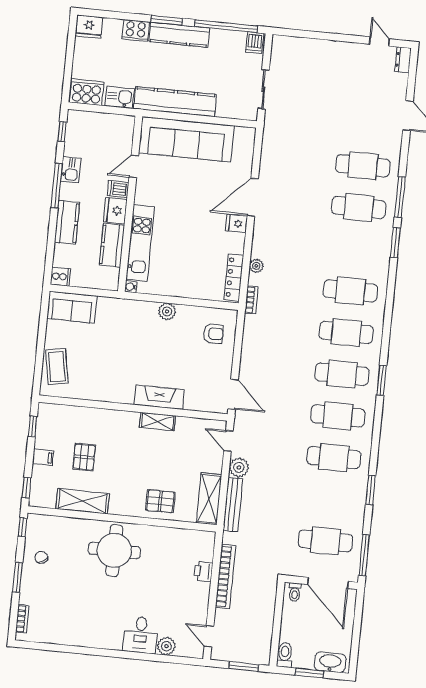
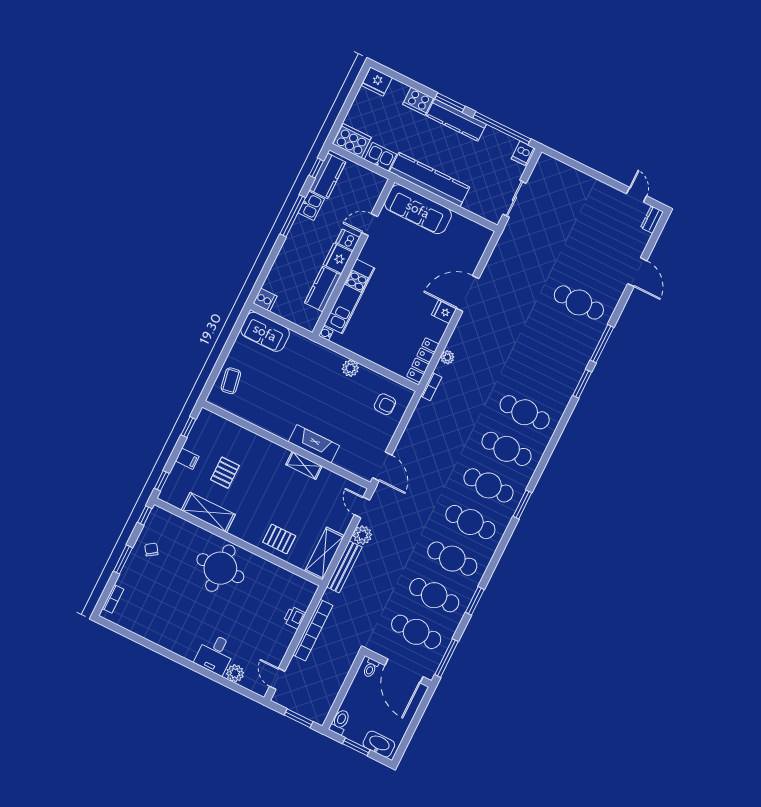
sofa: (186, 139) -> (418, 209), width x0.74, depth x0.79
cafe table: (359, 207) -> (434, 595), moved
kitchen counter: (67, 222) -> (328, 176), moved
coffee table: (57, 367) -> (231, 381), width x0.73, depth x0.77

